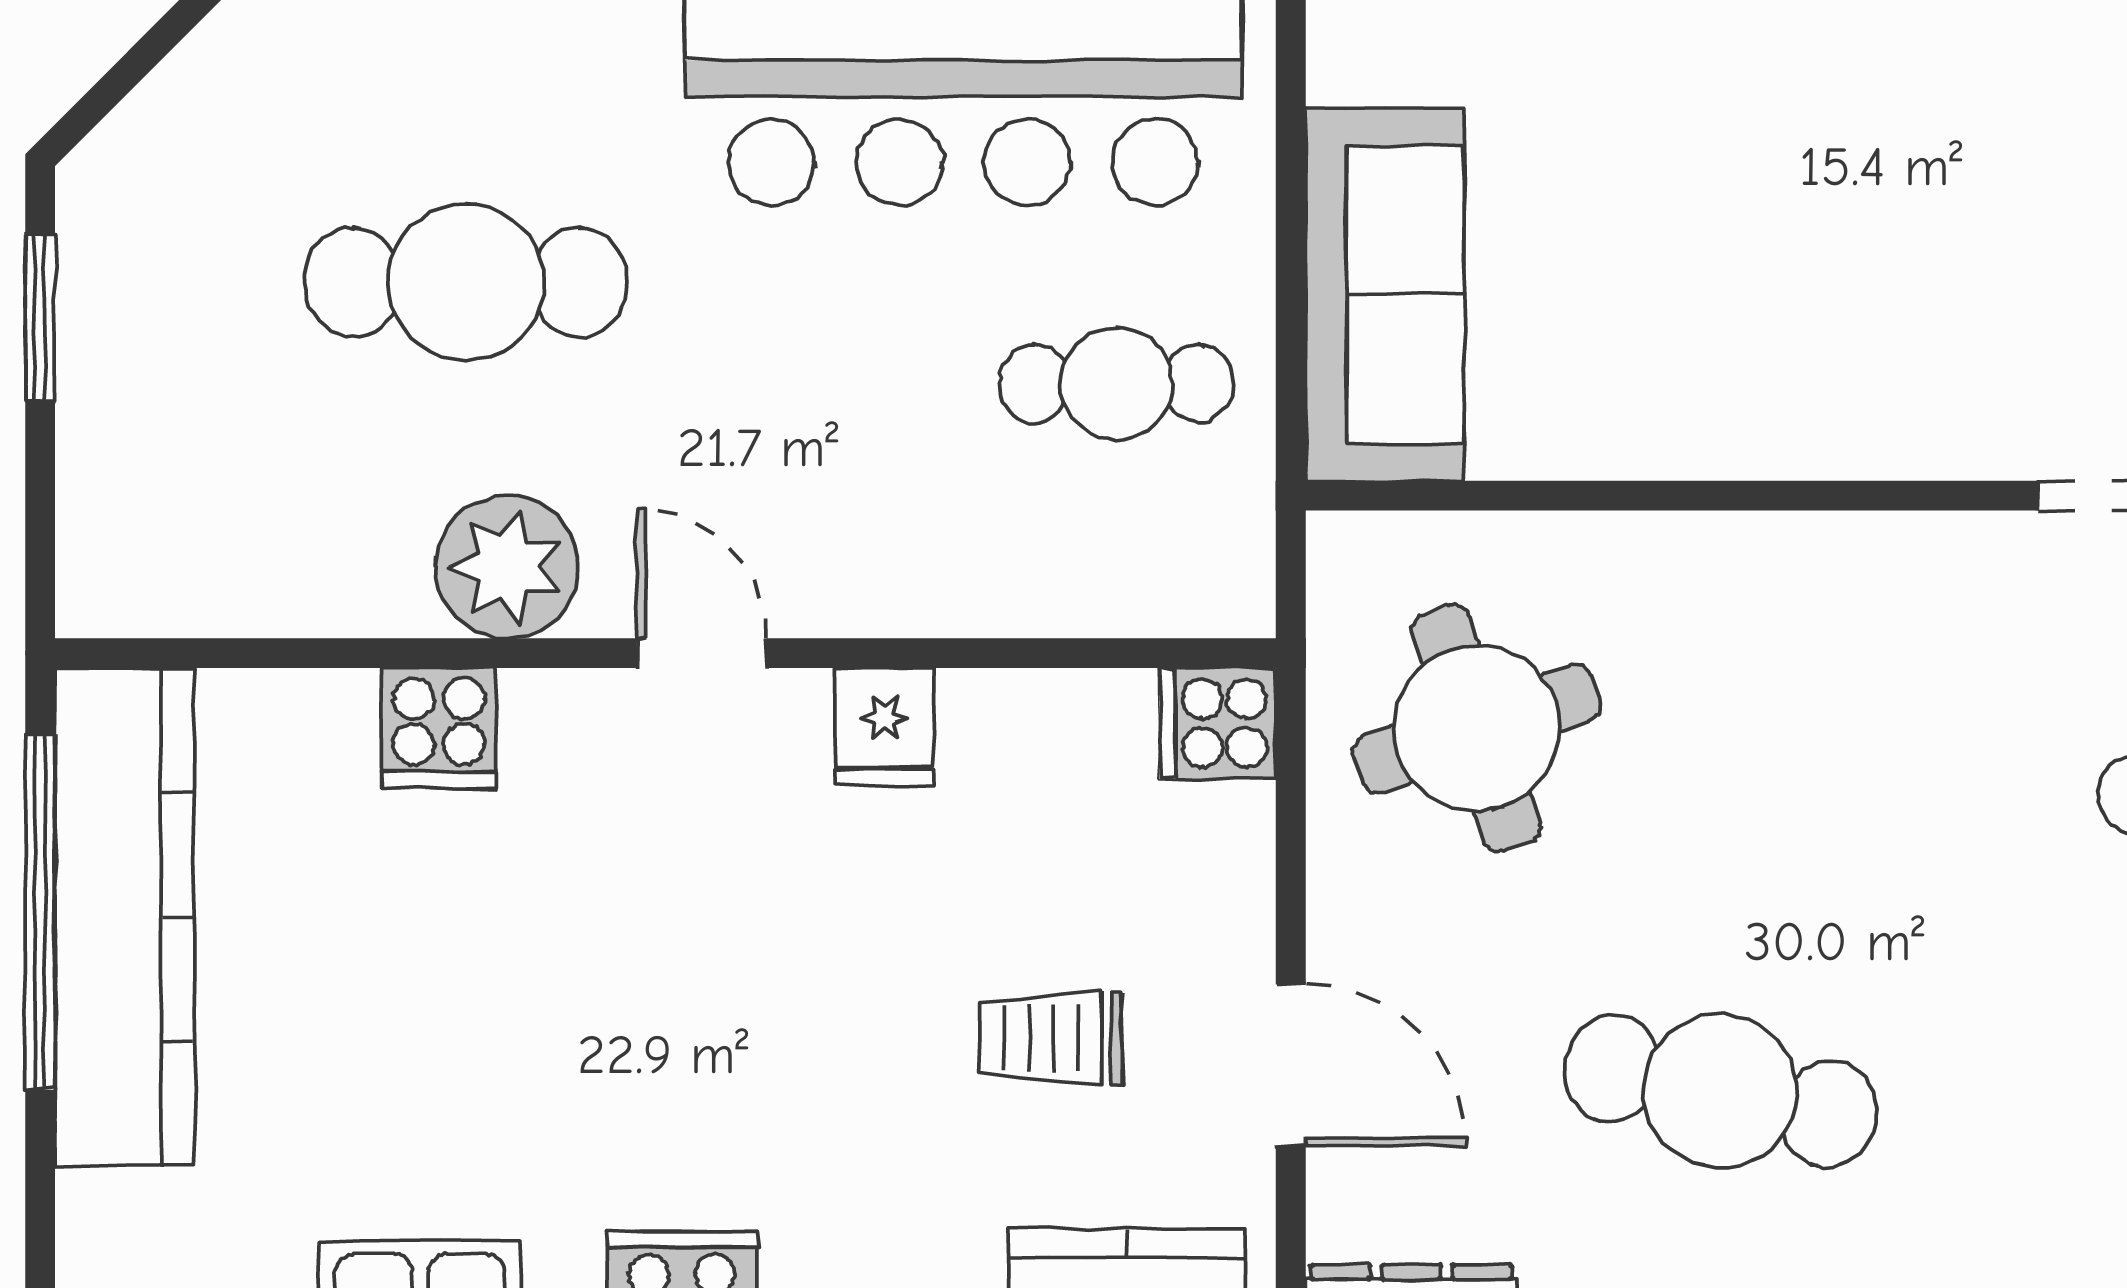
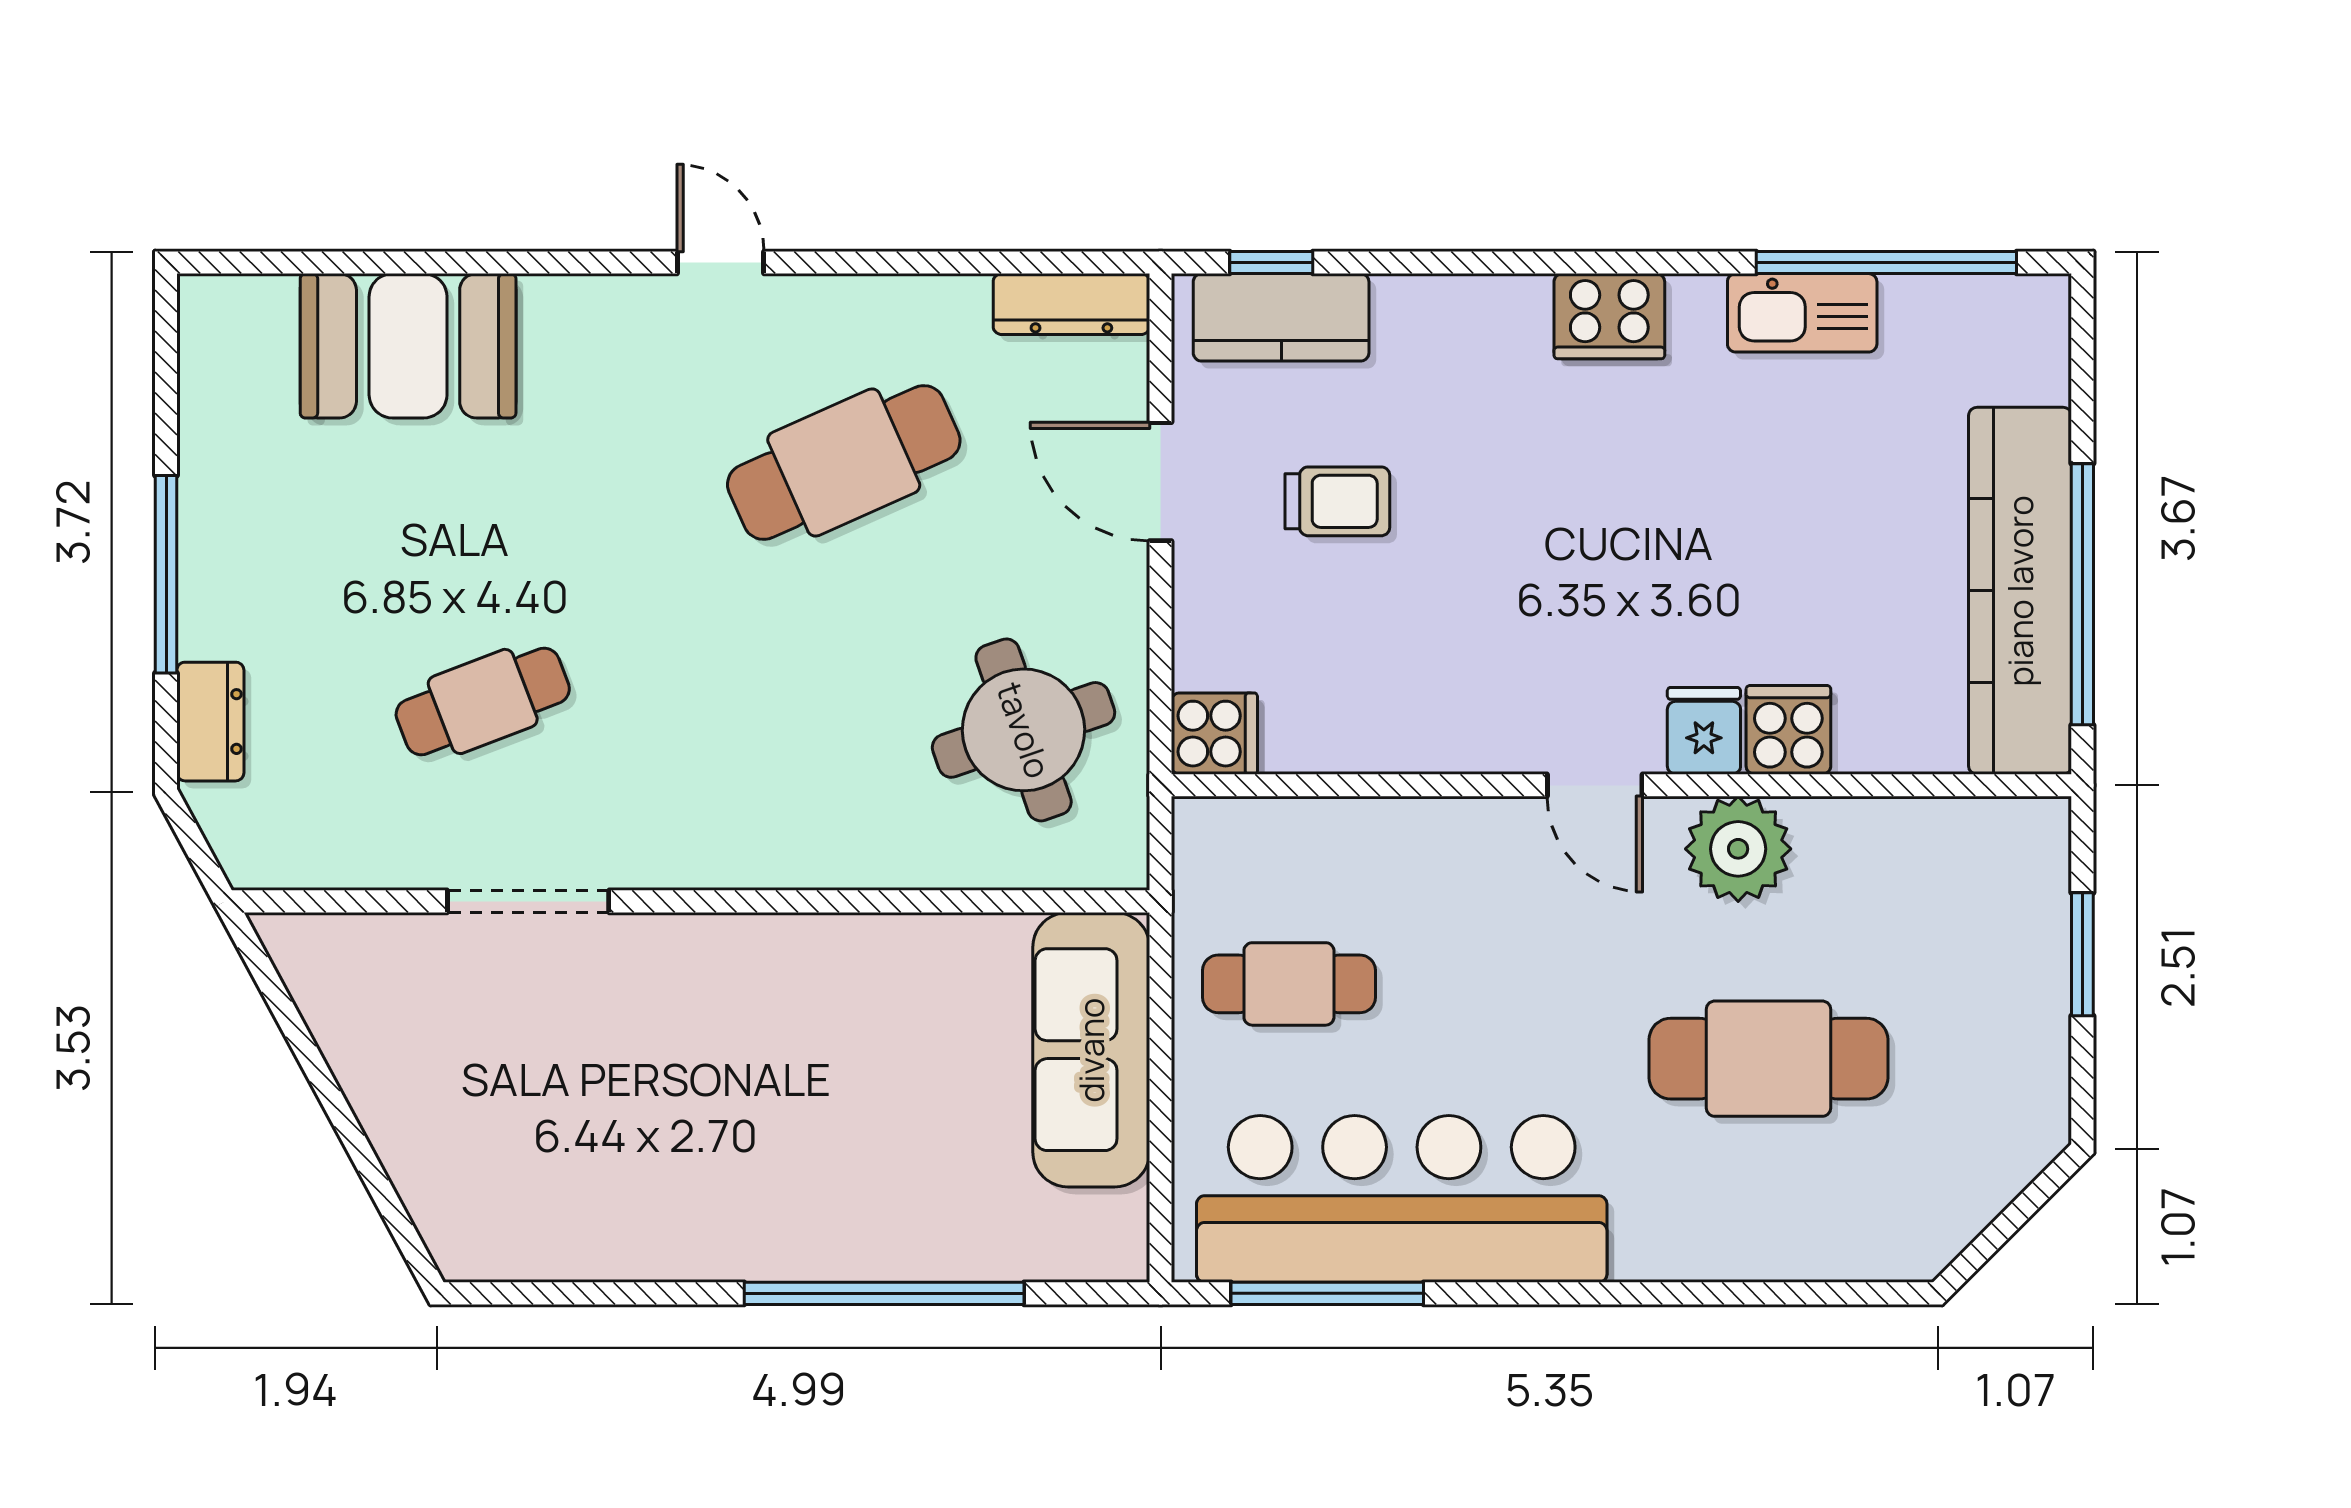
window: (40, 318) -> (2082, 954), moved
fridge: (885, 727) -> (1704, 731), moved
cafe table: (1720, 1091) -> (844, 462), turned -36

